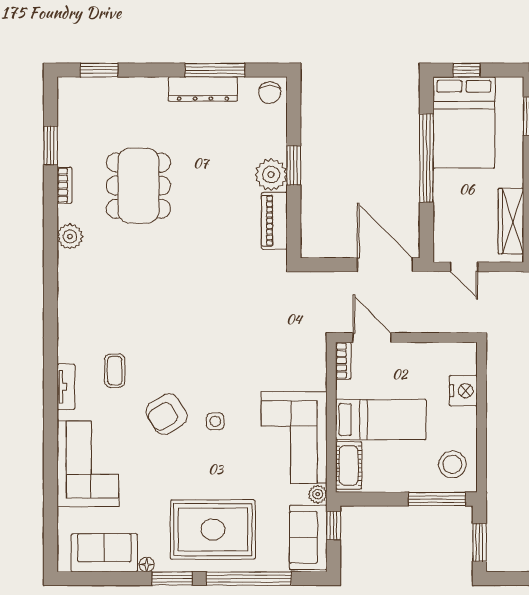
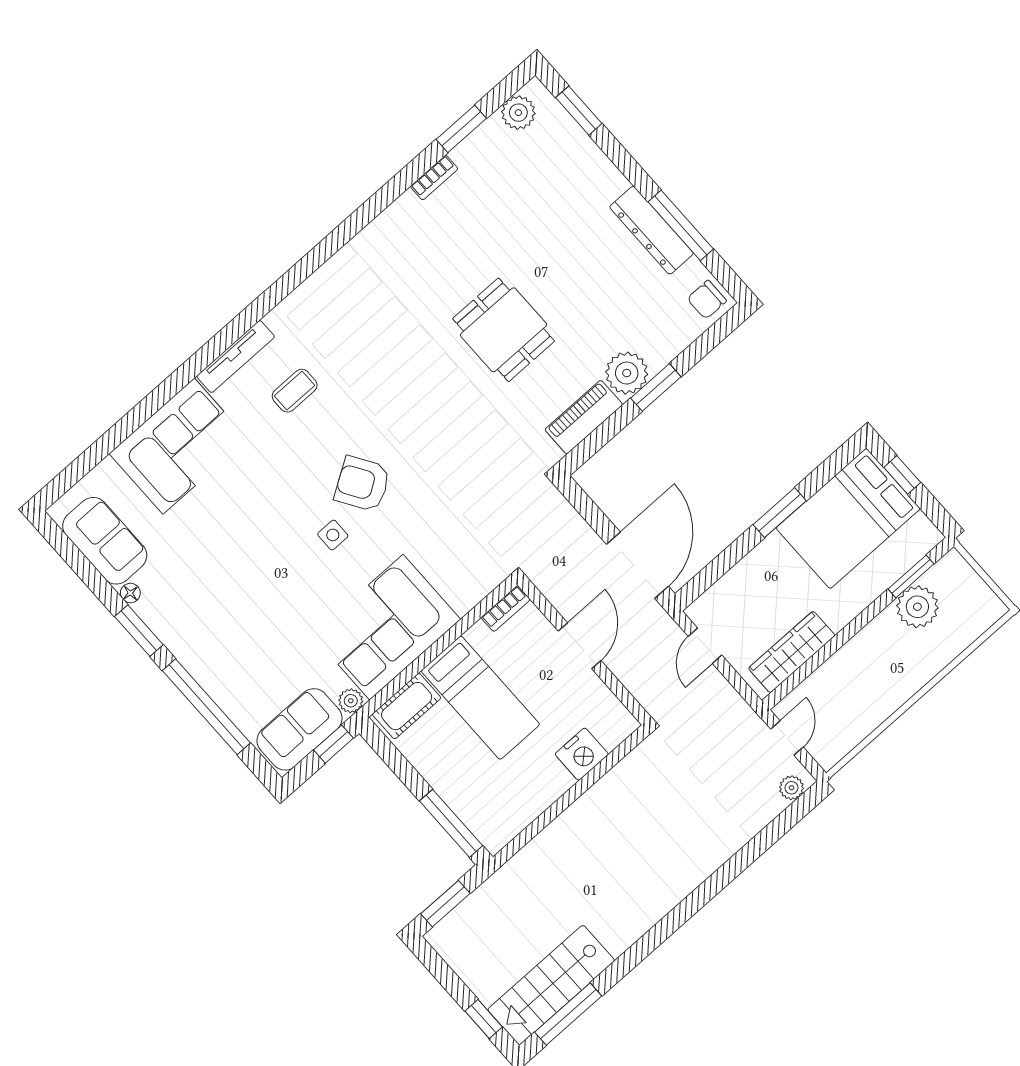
window: (426, 158) -> (780, 513), width x0.47
dining table: (138, 186) -> (504, 330), moved, width x0.73
plant: (70, 236) -> (518, 113), moved
door: (372, 338) -> (580, 646), moved
tv unit: (66, 387) -> (236, 356), width x1.41
armchair: (167, 414) -> (362, 484), moved
stool: (452, 464) -> (499, 808), removed
rug: (213, 530) -> (223, 628), removed

